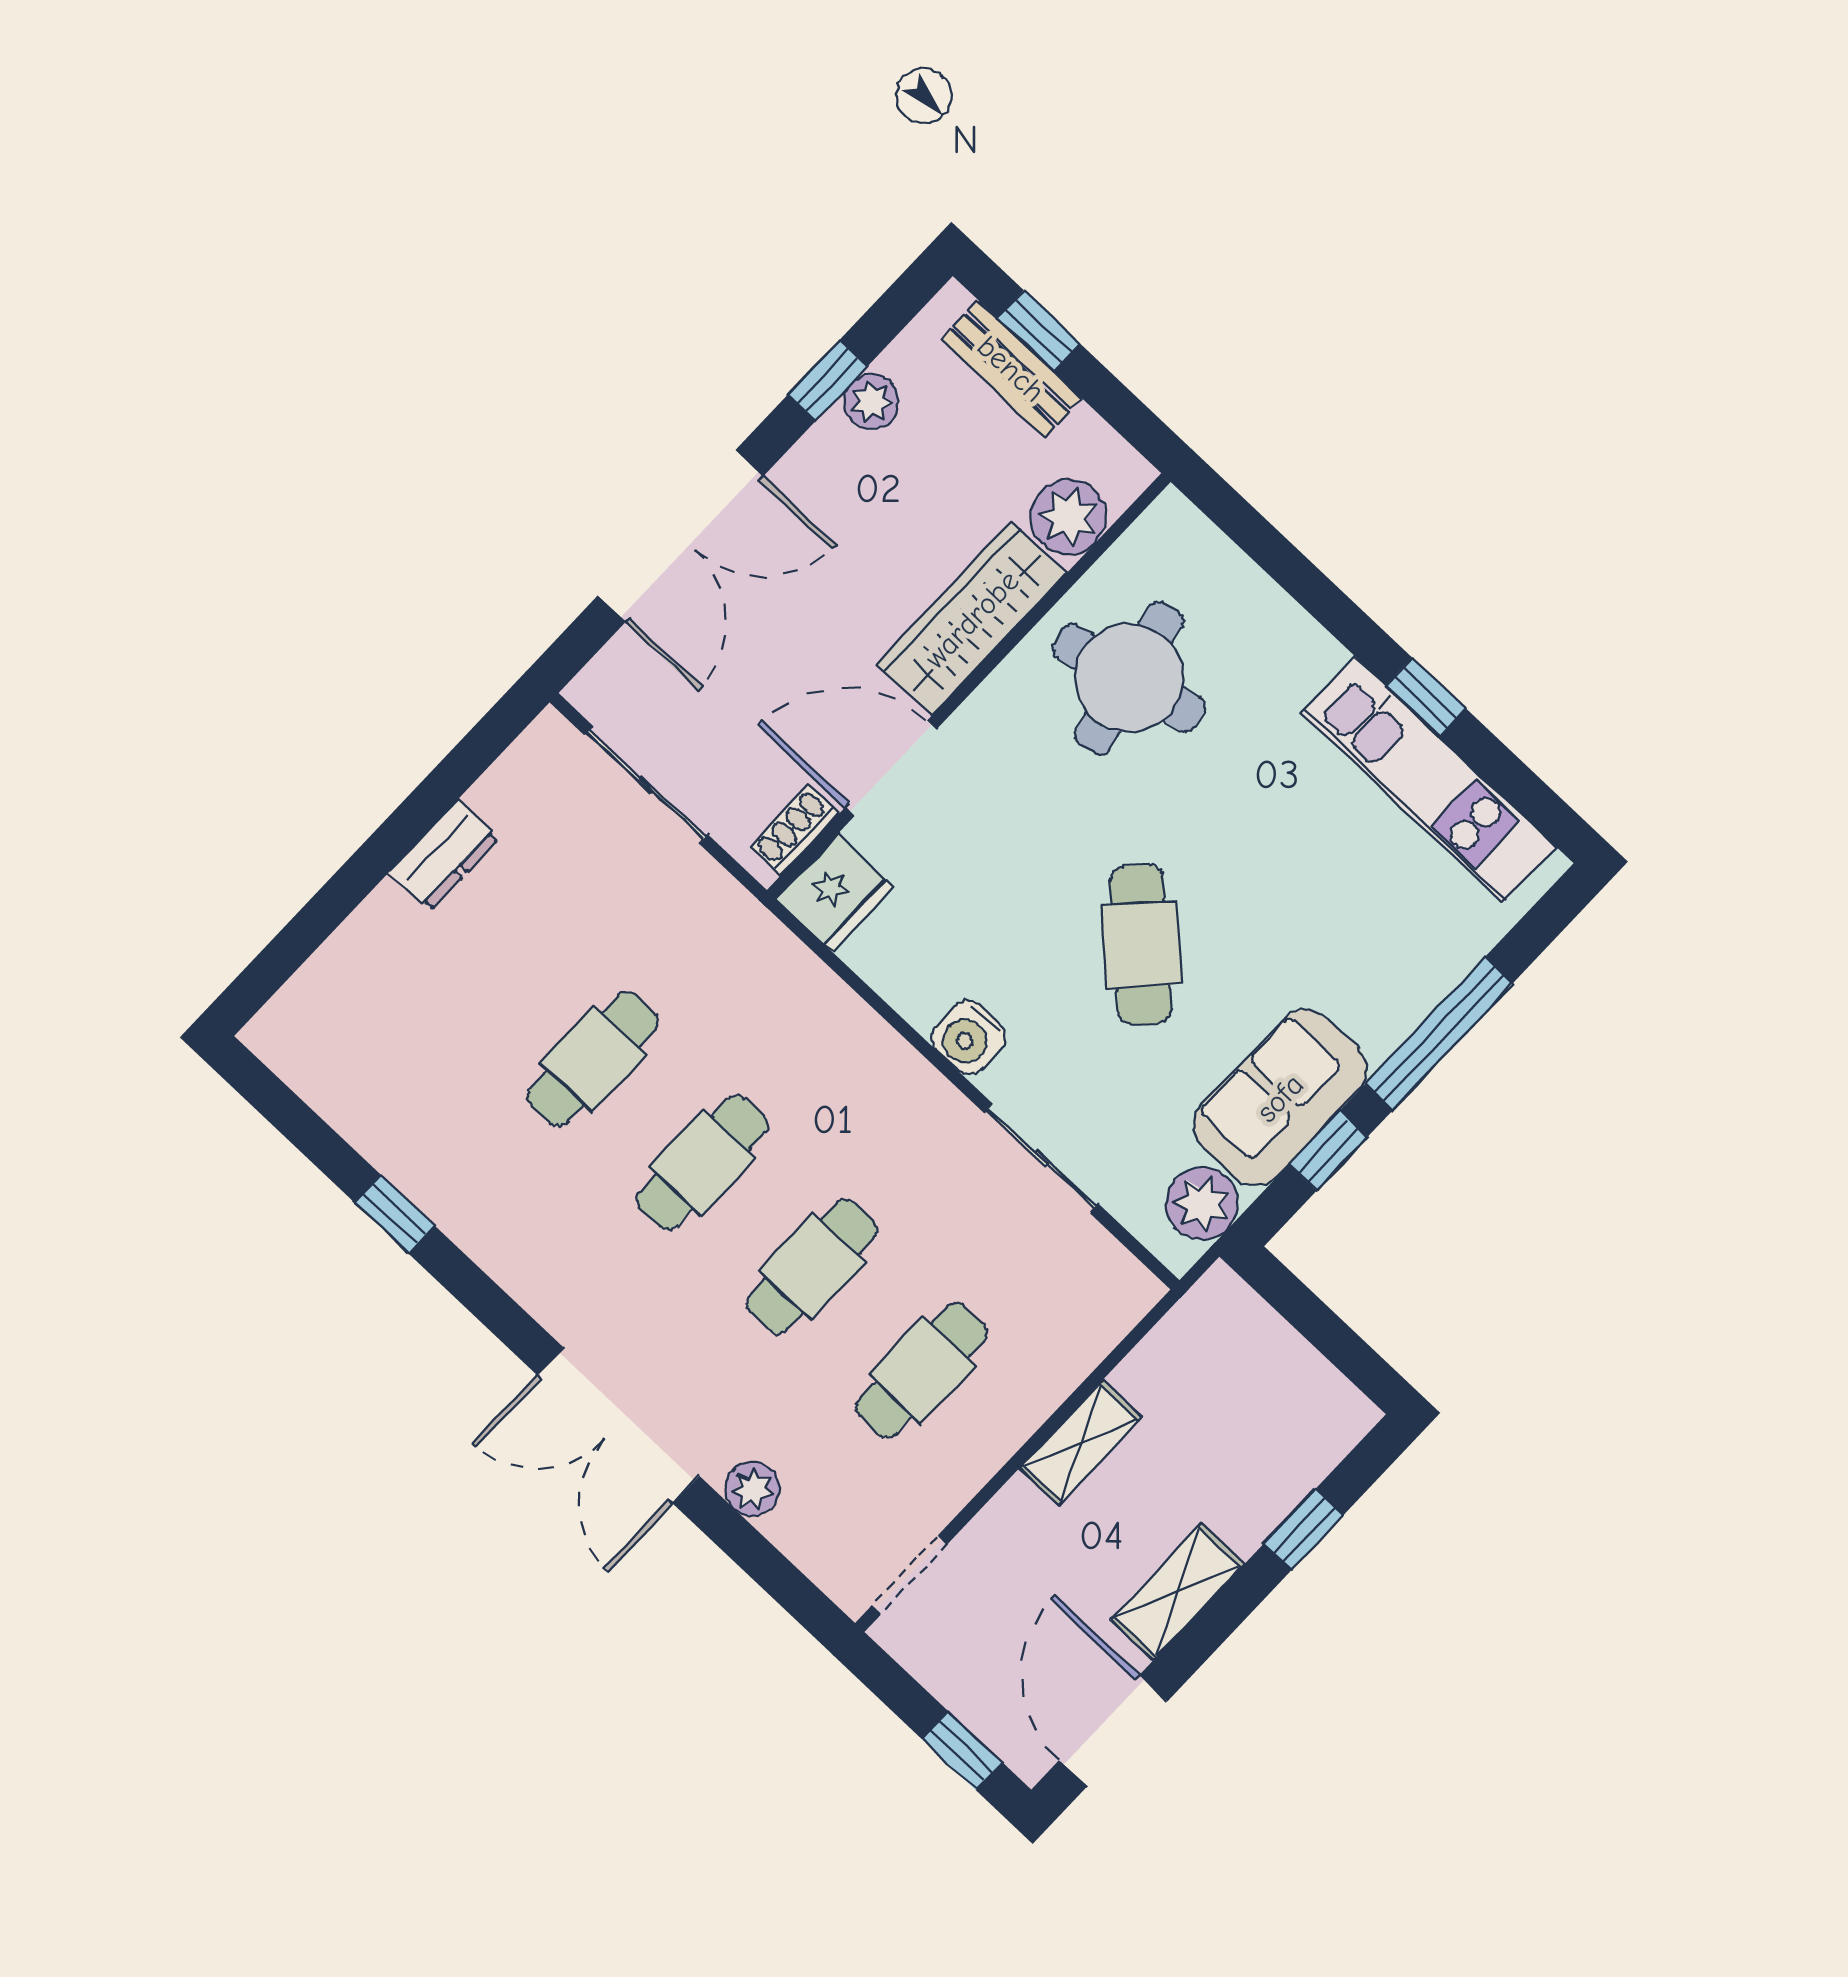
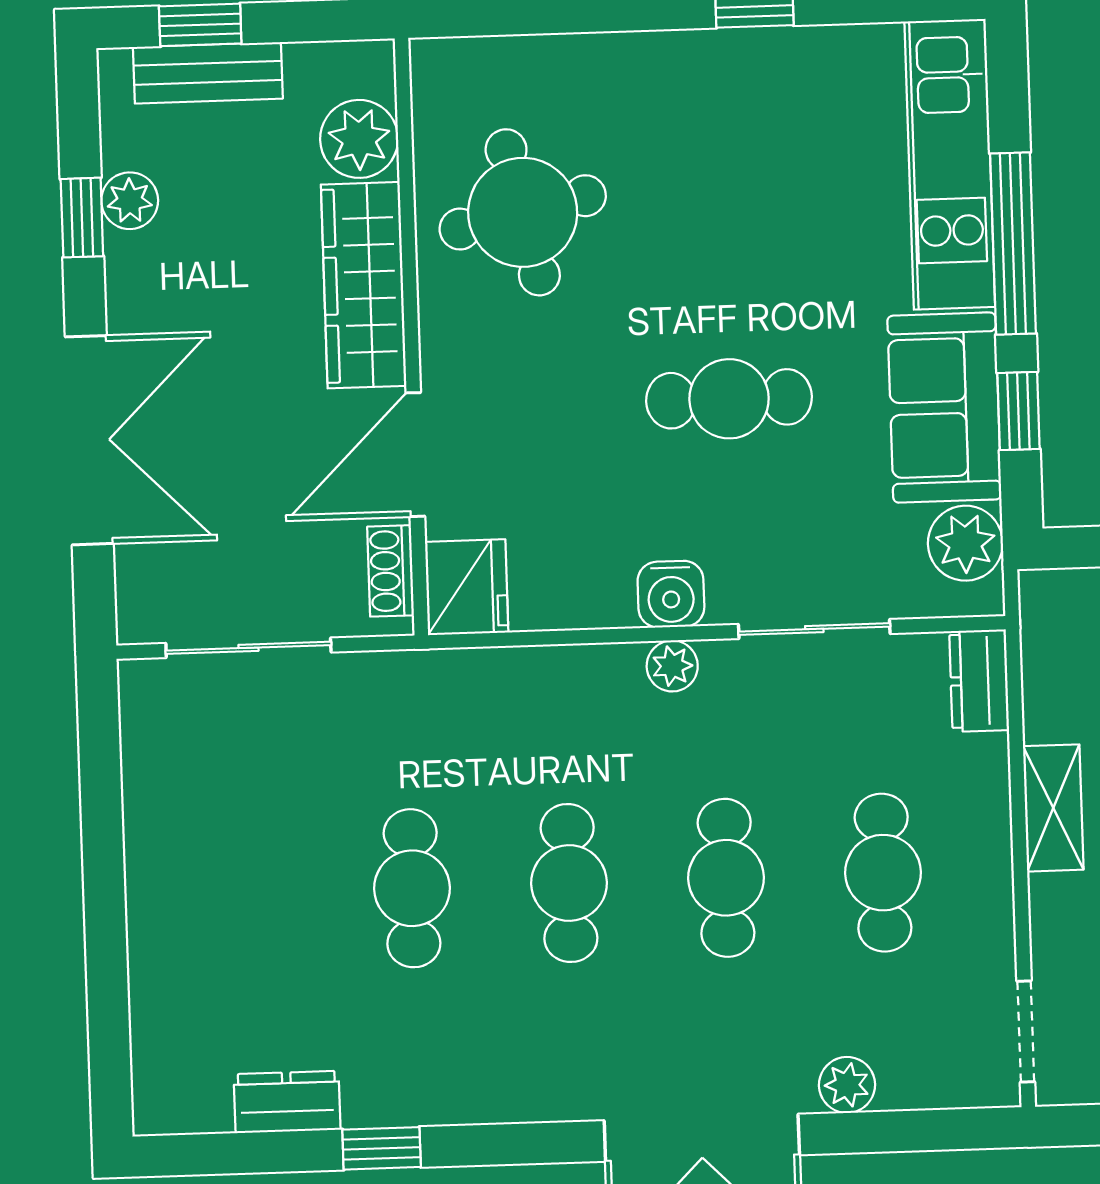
kitchen unit: (1429, 780) -> (950, 164), moved, turned 90
dresser: (444, 855) -> (287, 1102), moved, turned -90
cafe table: (1141, 945) -> (729, 399), turned -43
plant: (920, 1086) -> (672, 666), added
dresser: (1118, 1306) -> (979, 681), added

